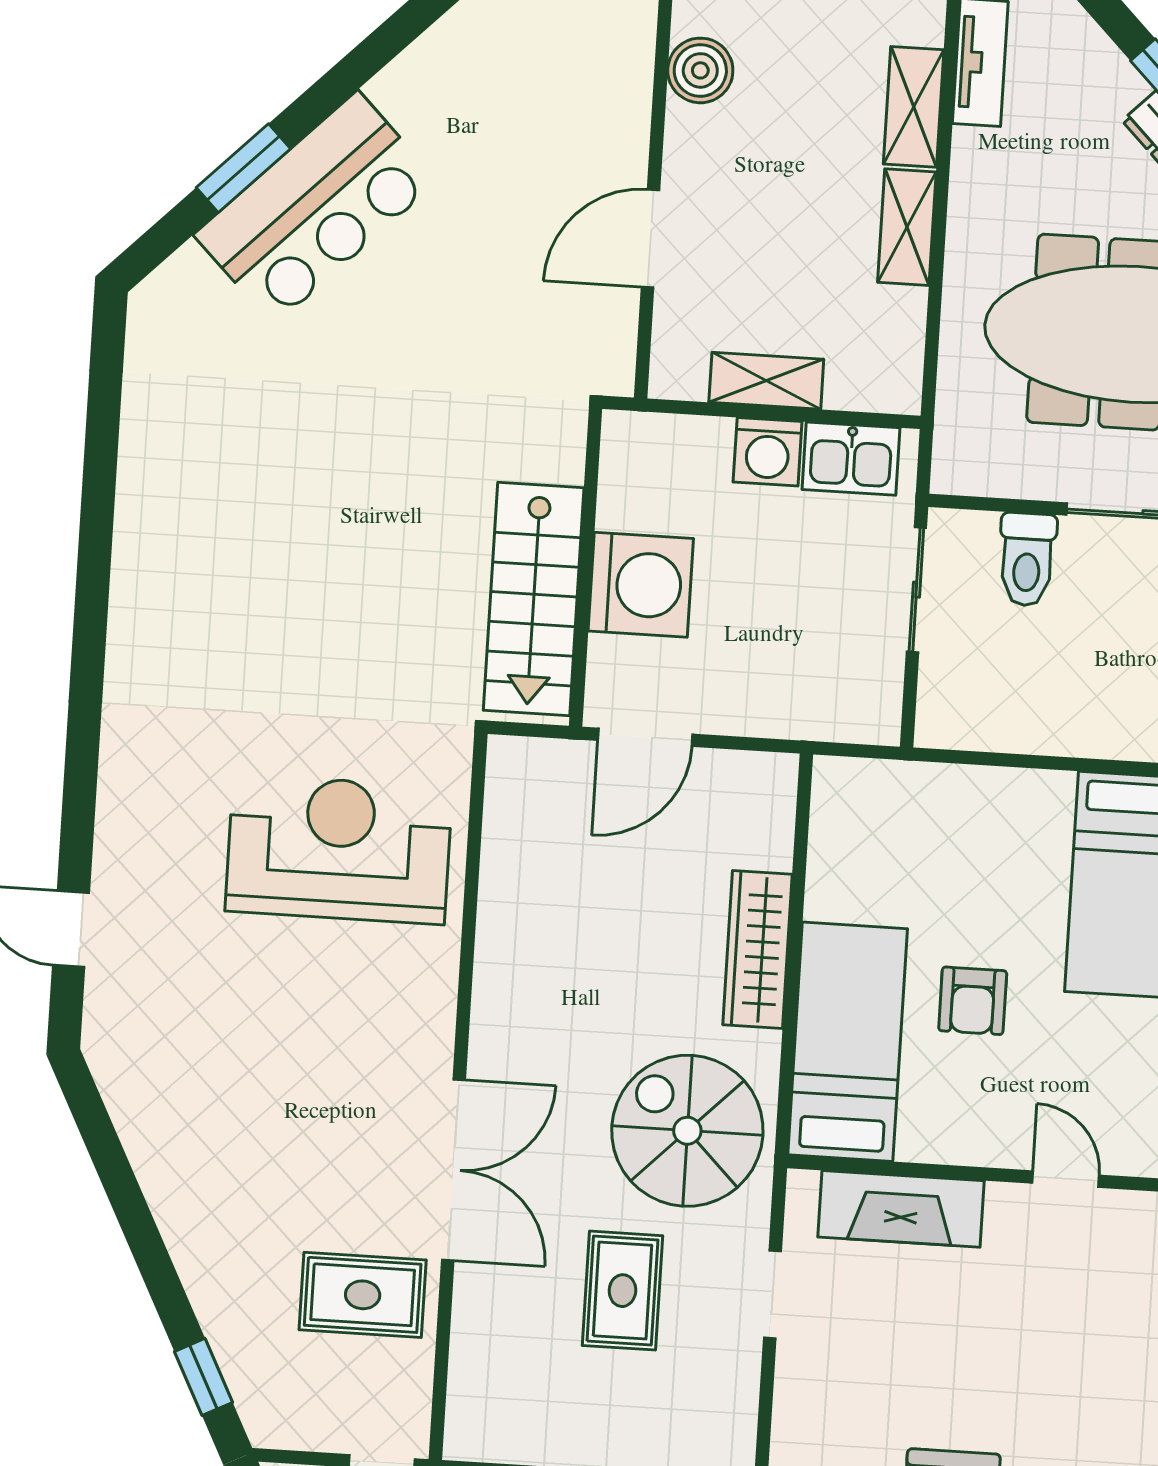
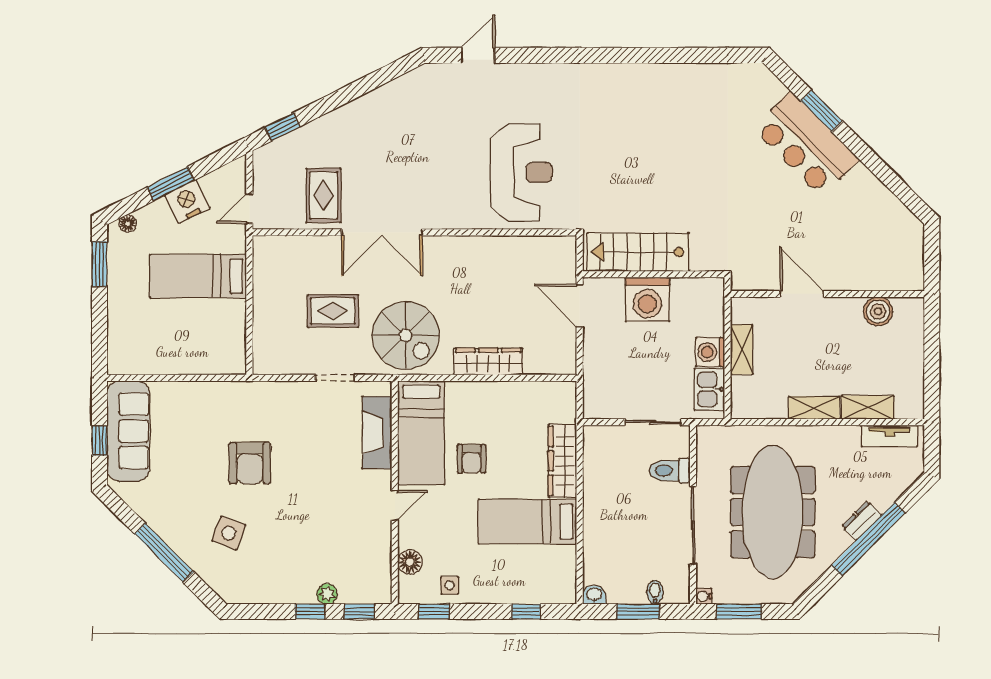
wardrobe: (990, 797) -> (563, 461), added
armchair: (973, 1001) -> (472, 459), turned -90
bed: (848, 1042) -> (421, 433), moved, turned 90
spiral stairs: (687, 1131) -> (406, 335), turned 90

